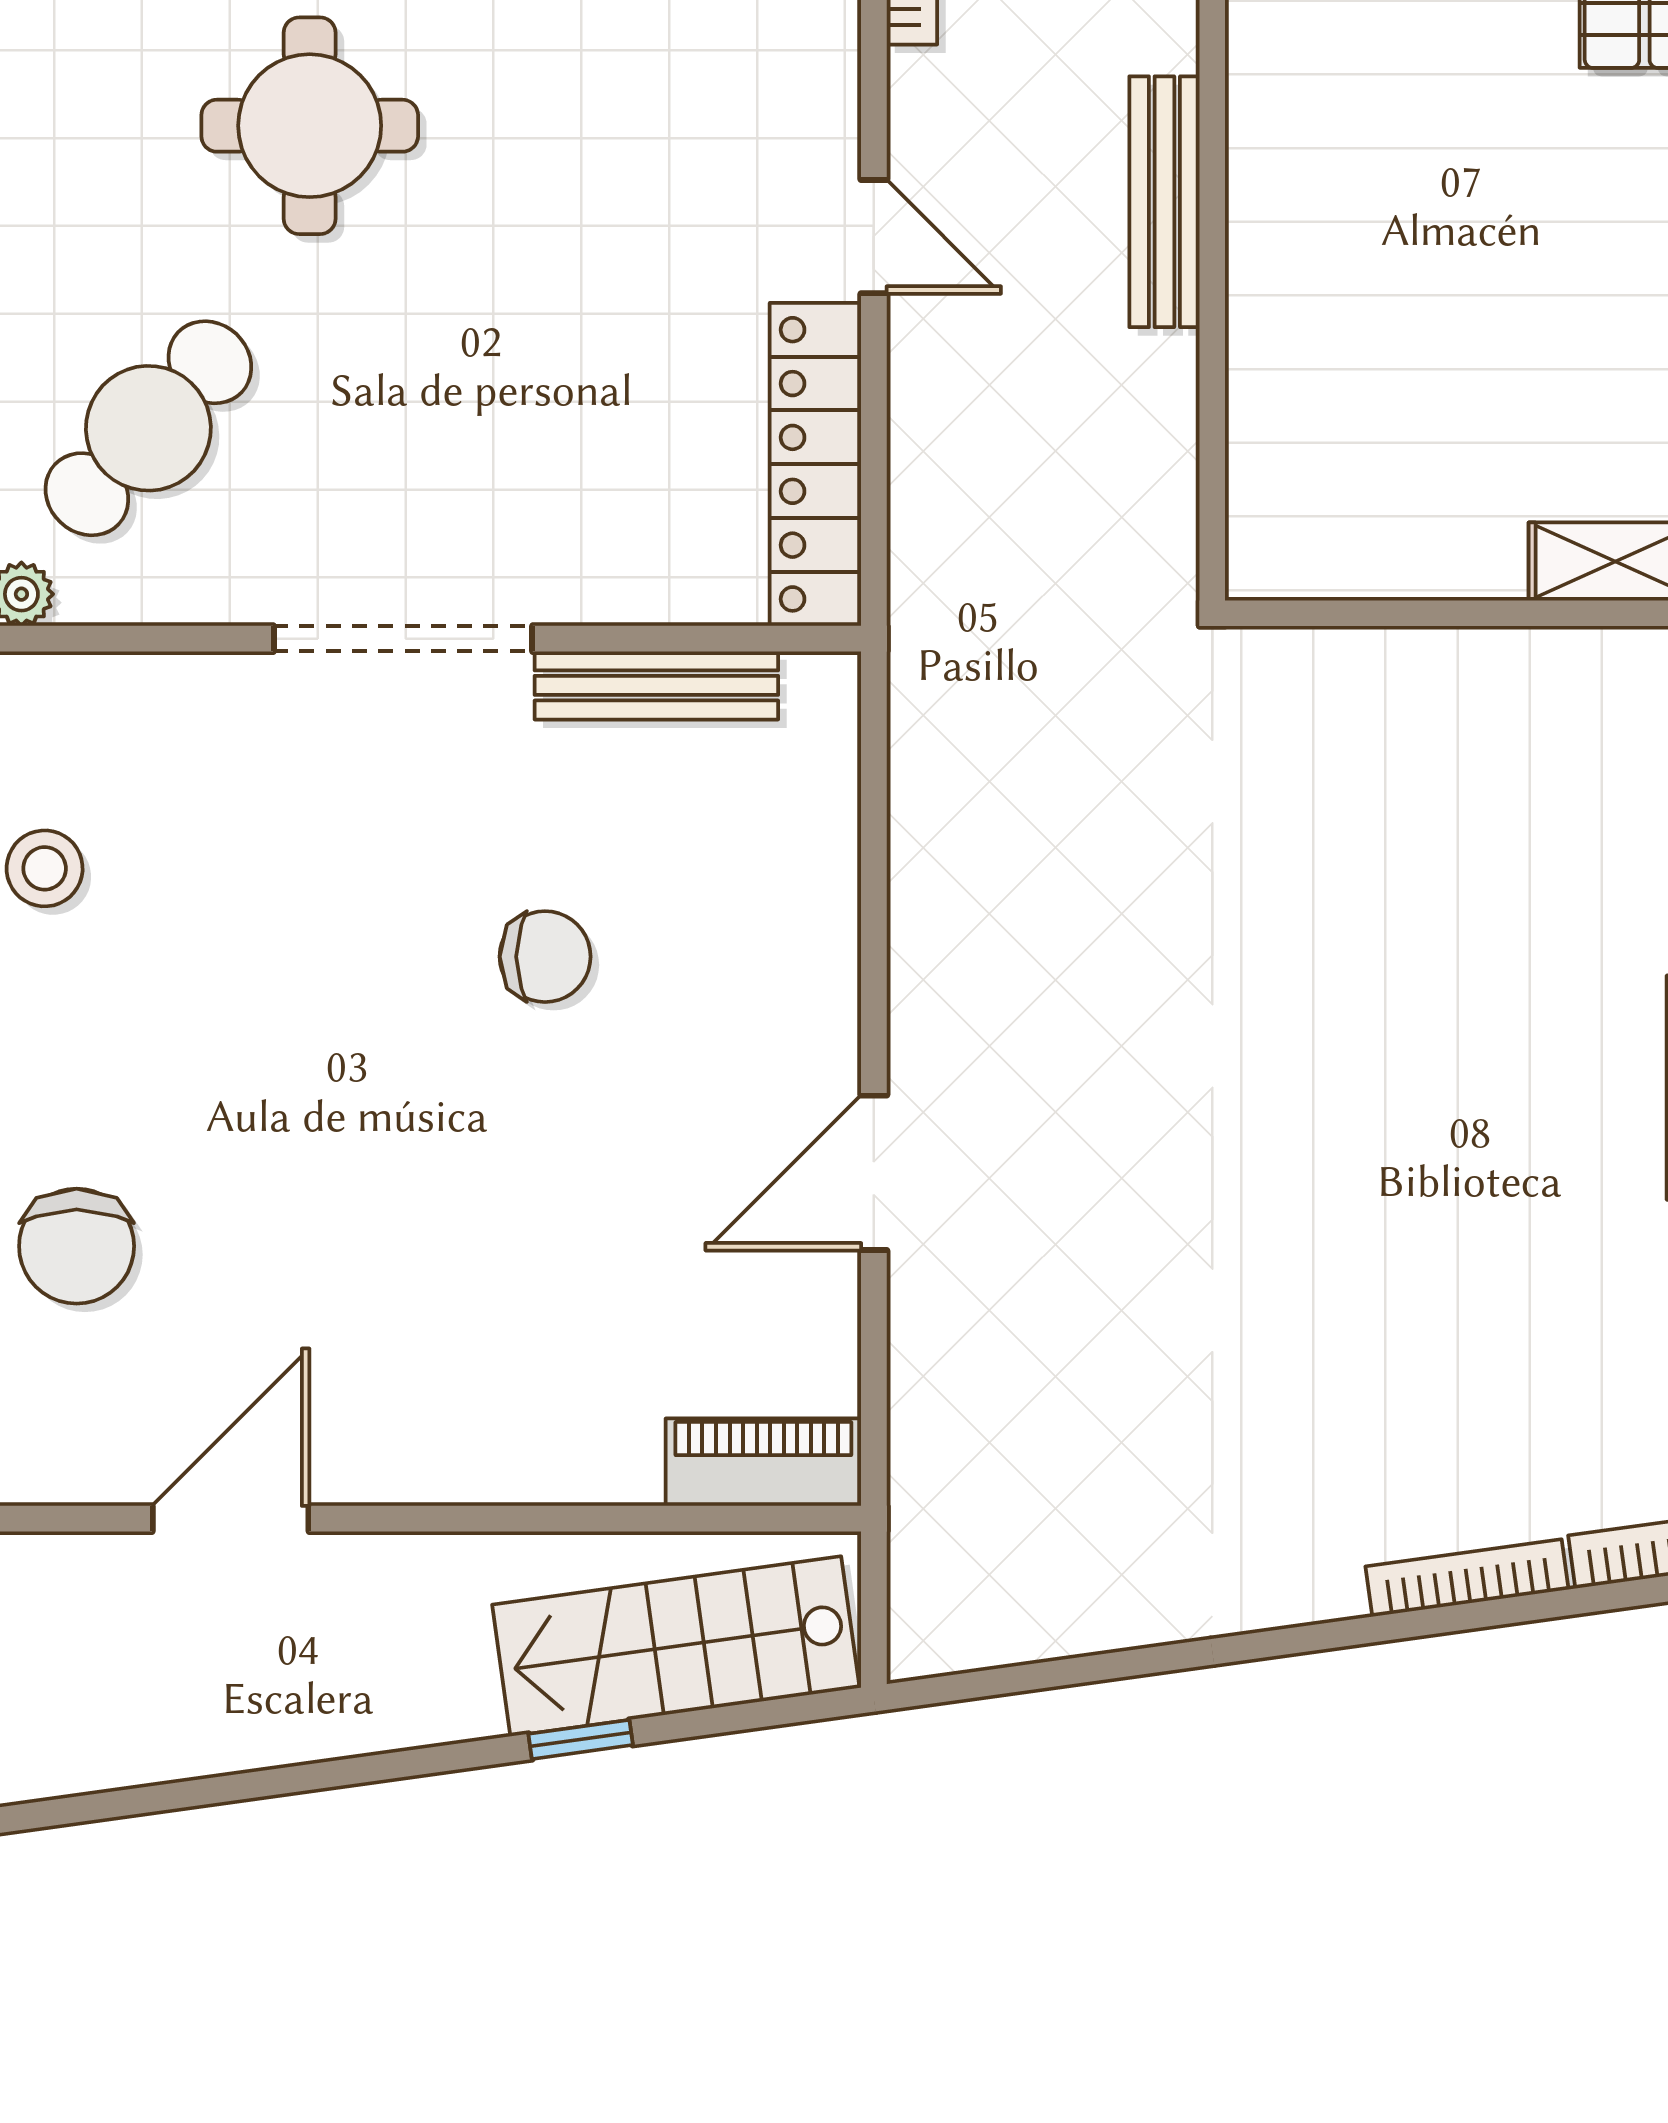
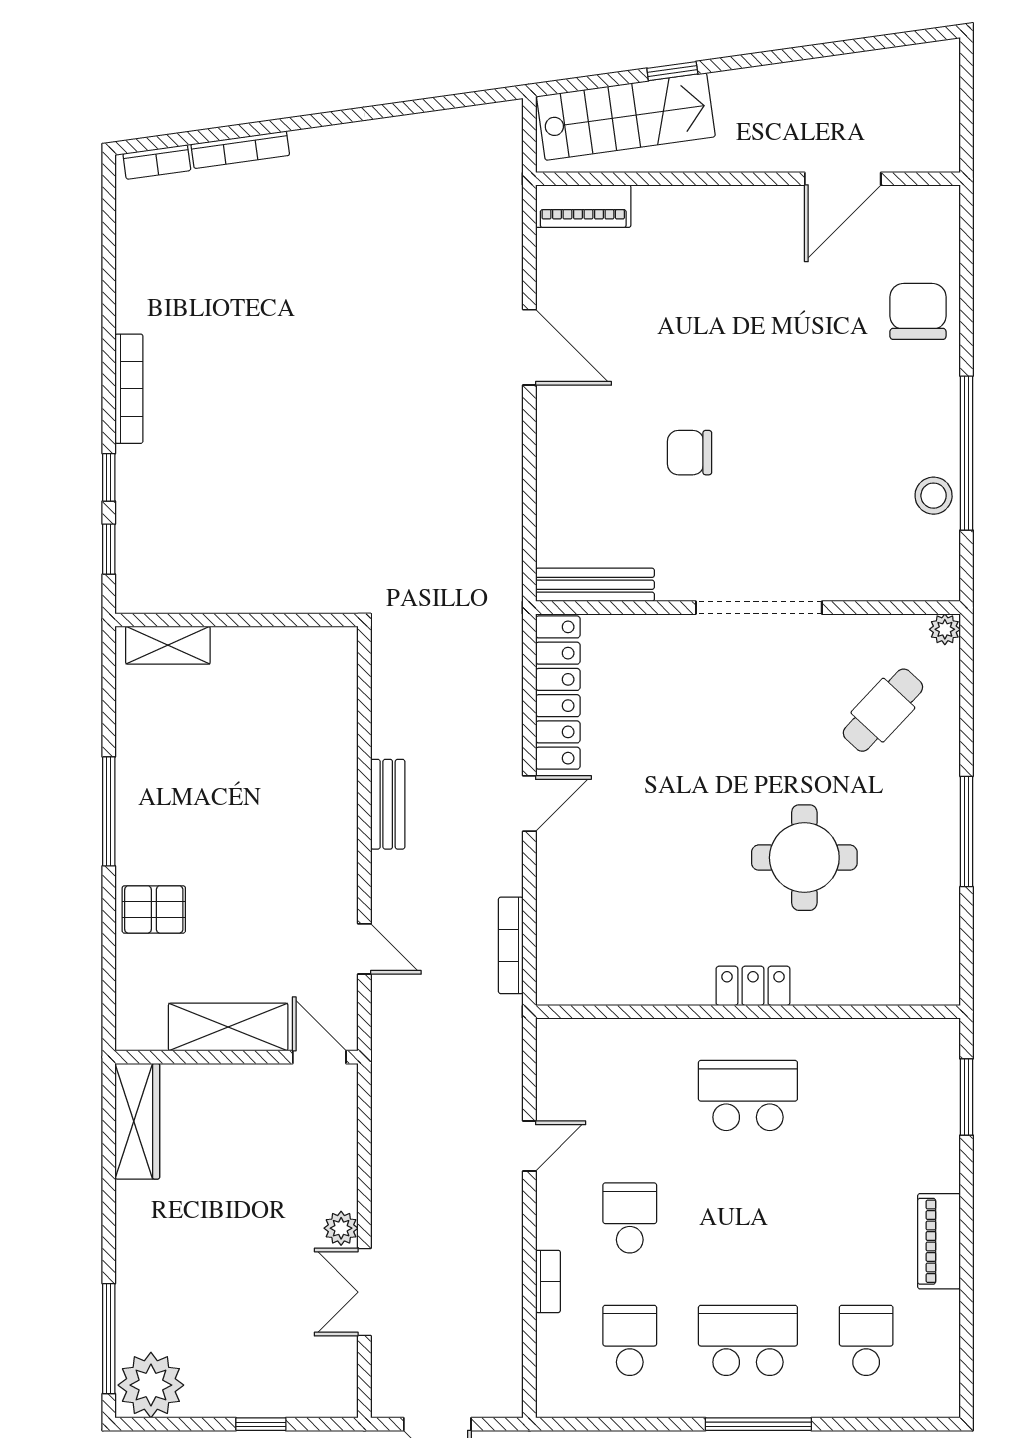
bench: (1164, 202) -> (388, 804), width x0.73
door: (874, 237) -> (529, 804), swing flipped
cafe table: (148, 428) -> (883, 710), width x0.73, depth x0.74
bench: (656, 685) -> (595, 585), moved
door: (874, 1173) -> (529, 347), hinge flipped

